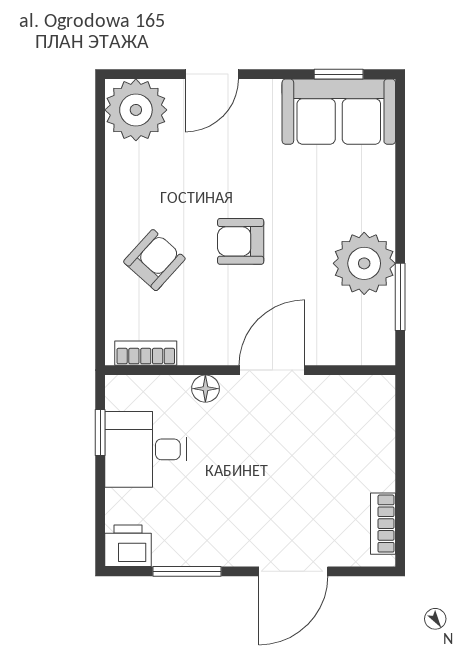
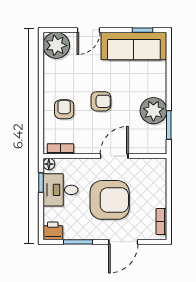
sofa: (339, 112) -> (134, 46), width x1.36
armchair: (241, 241) -> (101, 101), turned 180
armchair: (154, 260) -> (64, 109), turned -42
floor lamp: (205, 389) -> (49, 164), moved
armchair: (261, 473) -> (110, 200), added

